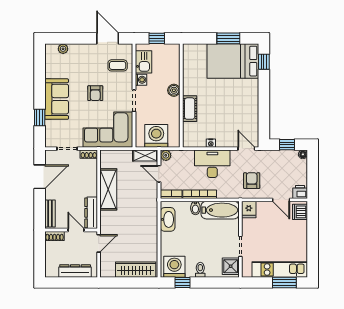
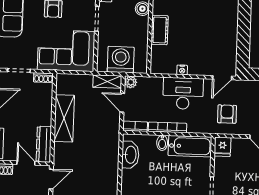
door: (246, 149) -> (222, 78), swing flipped

